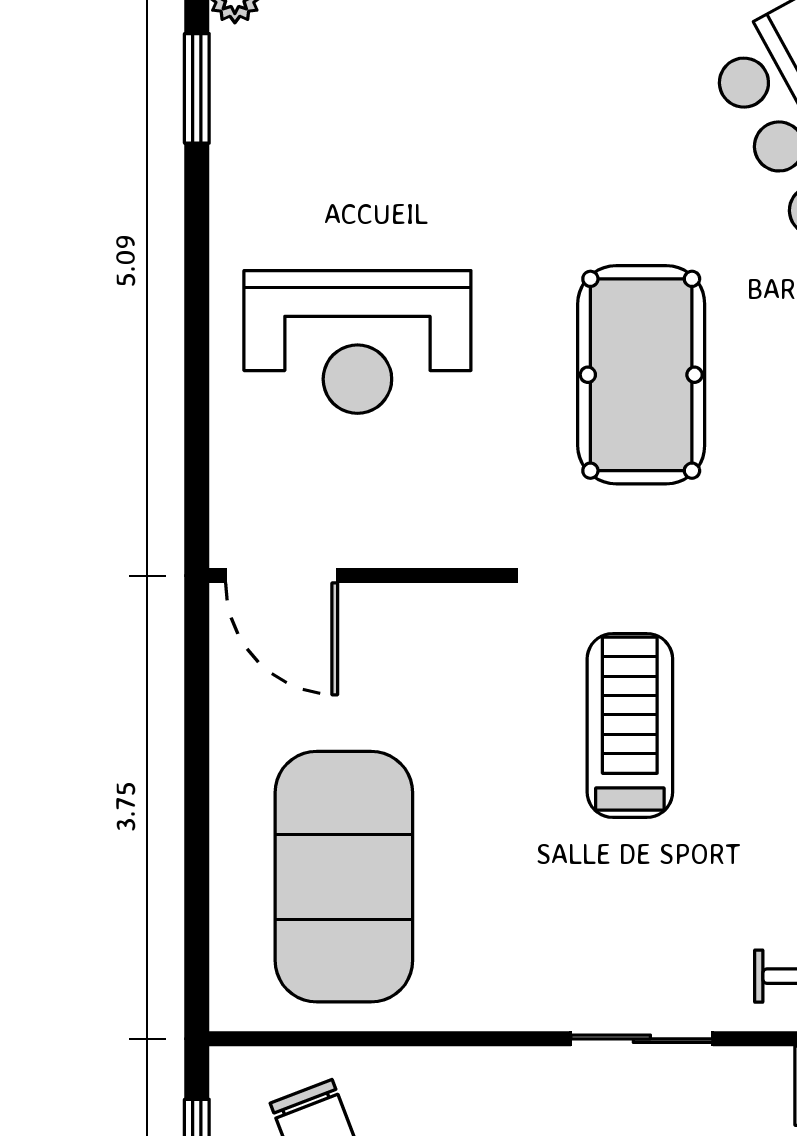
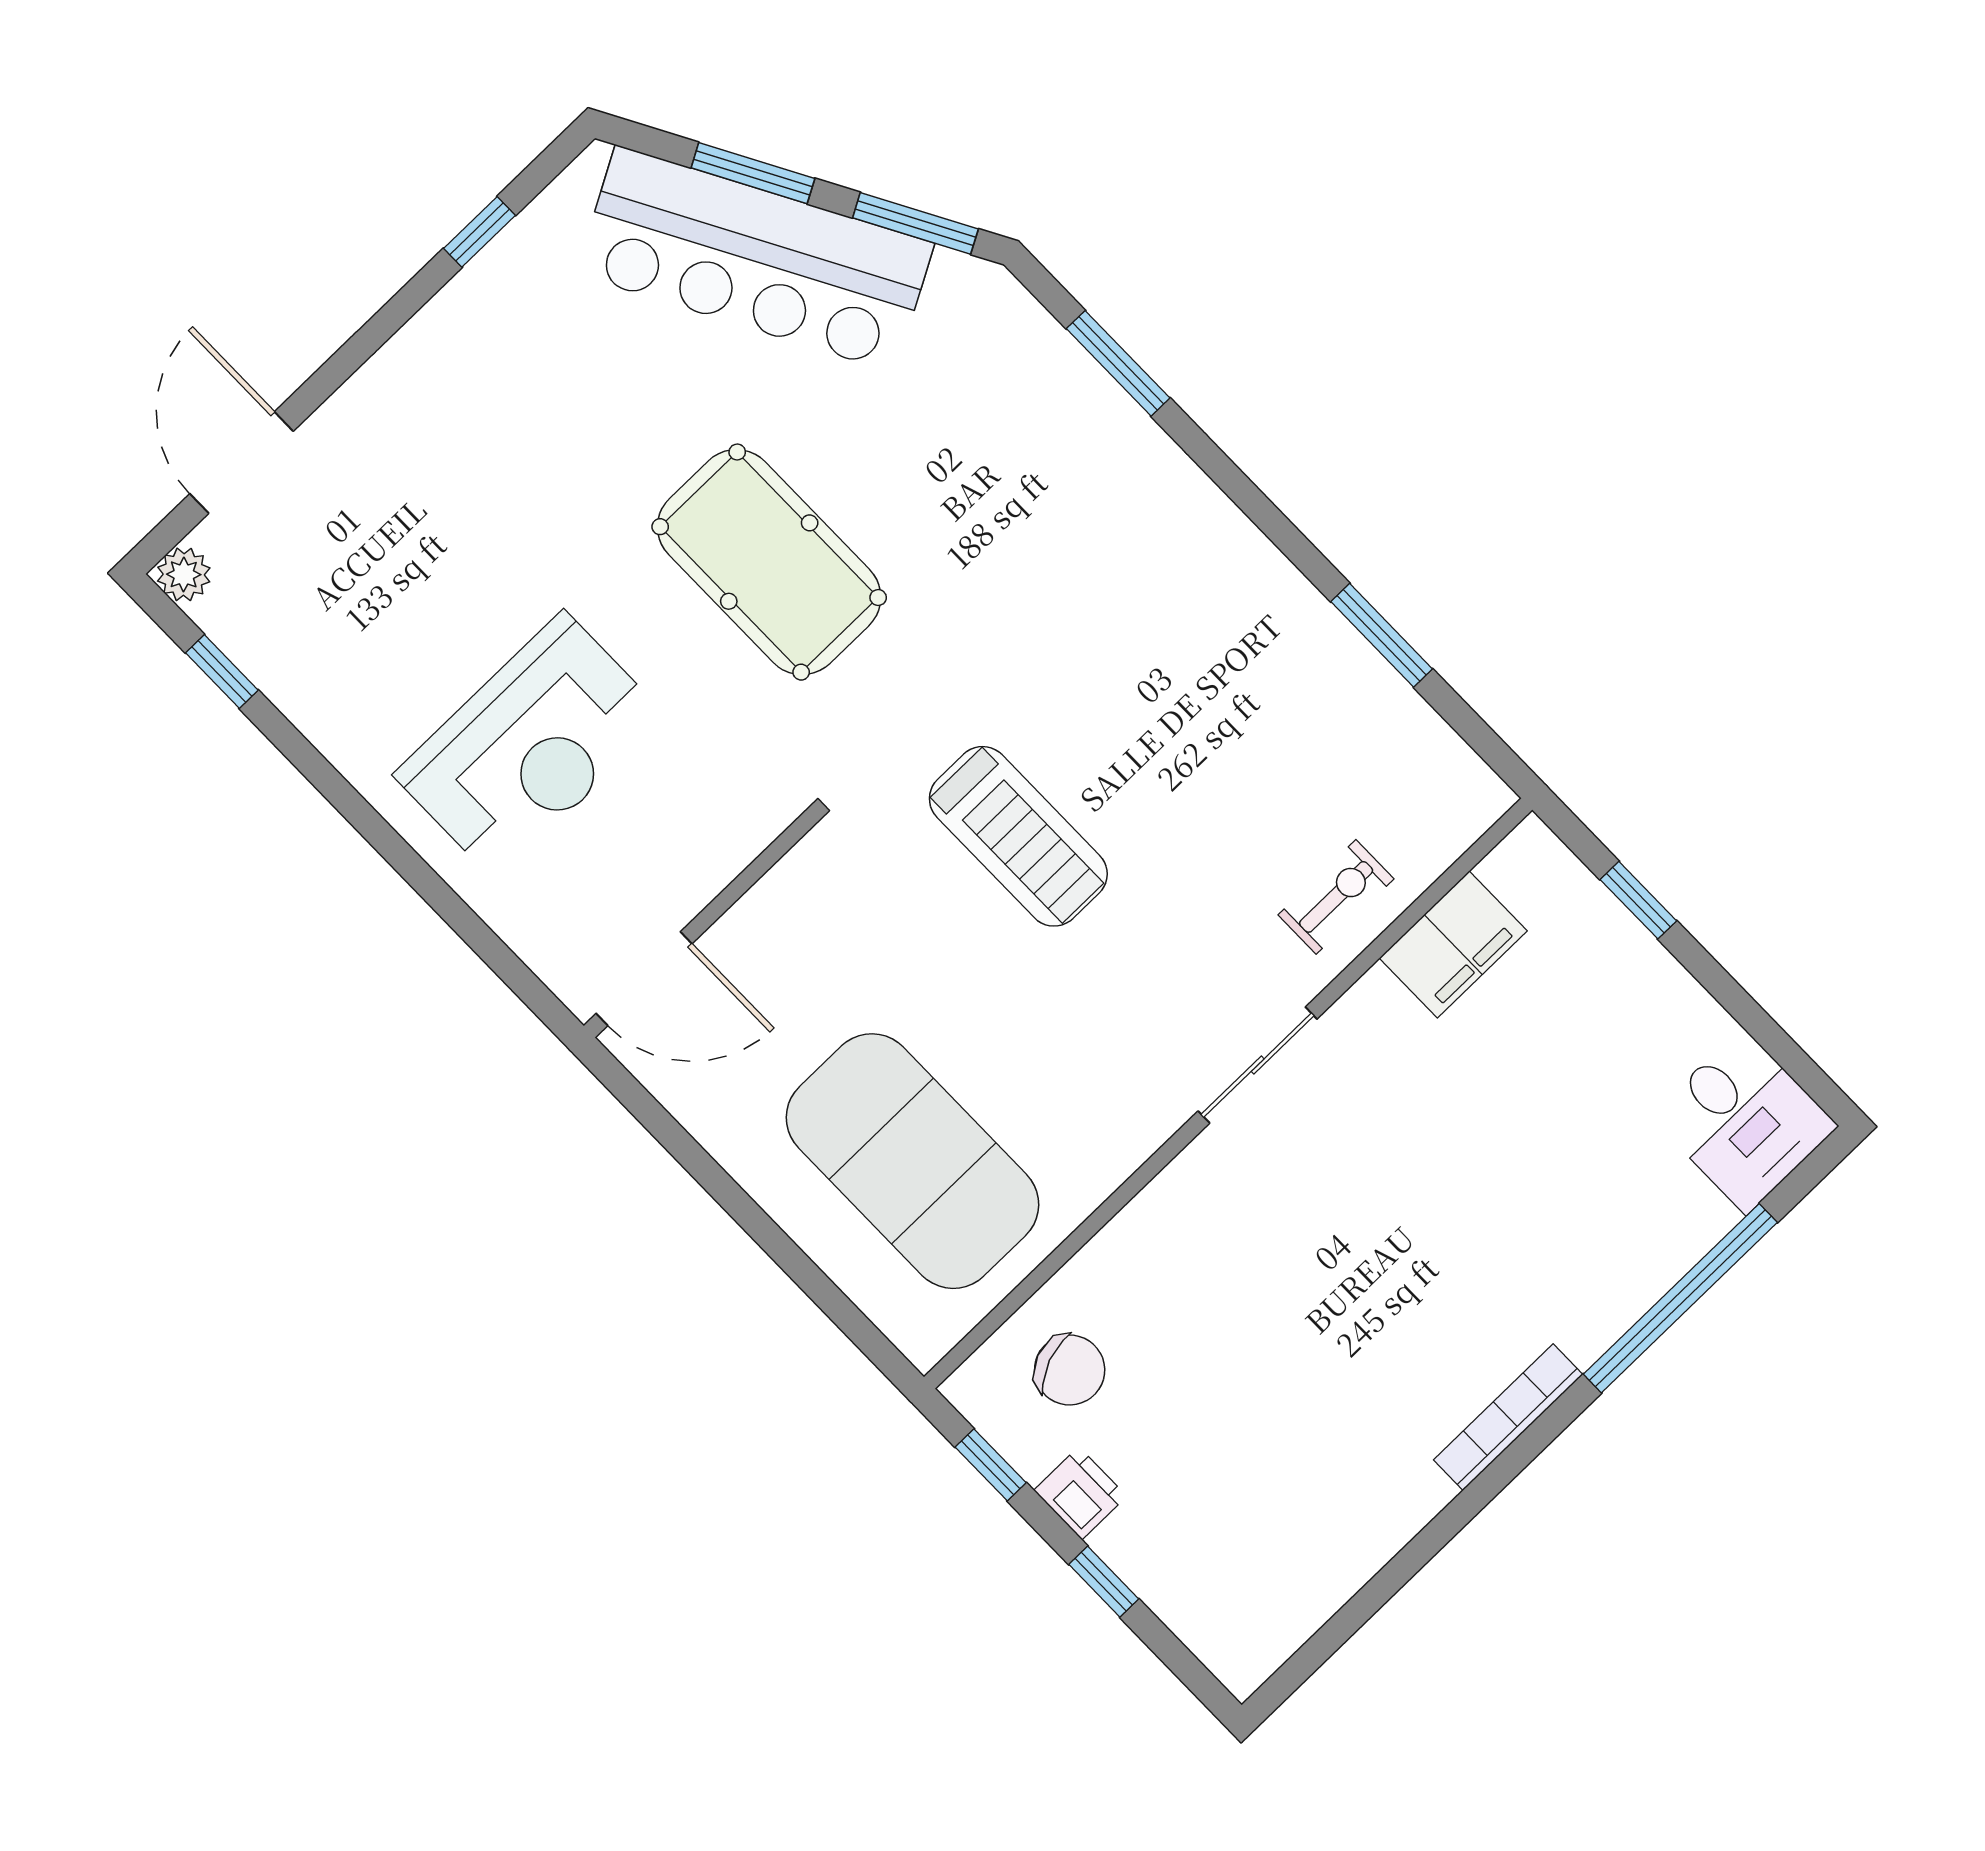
window: (197, 88) -> (222, 671), width x0.67
treadmill: (630, 725) -> (1018, 836), turned 180

